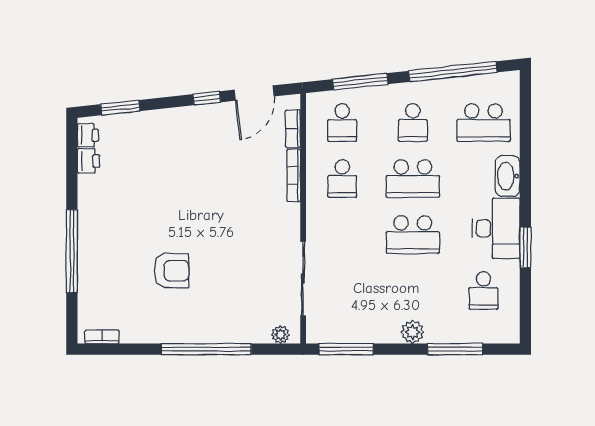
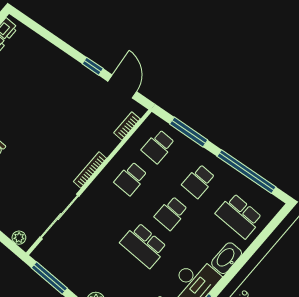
door: (254, 93) -> (122, 86), swing flipped
window: (120, 108) -> (39, 29), removed
bookcase: (294, 175) -> (90, 170), moved
school desk: (413, 179) -> (171, 213), width x0.54

